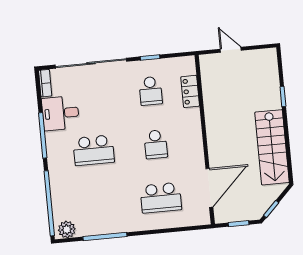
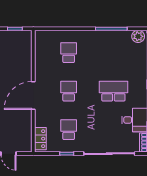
locker: (190, 91) -> (40, 139), moved
door: (209, 188) -> (33, 95), moved
school desk: (161, 198) -> (69, 53), width x0.54

